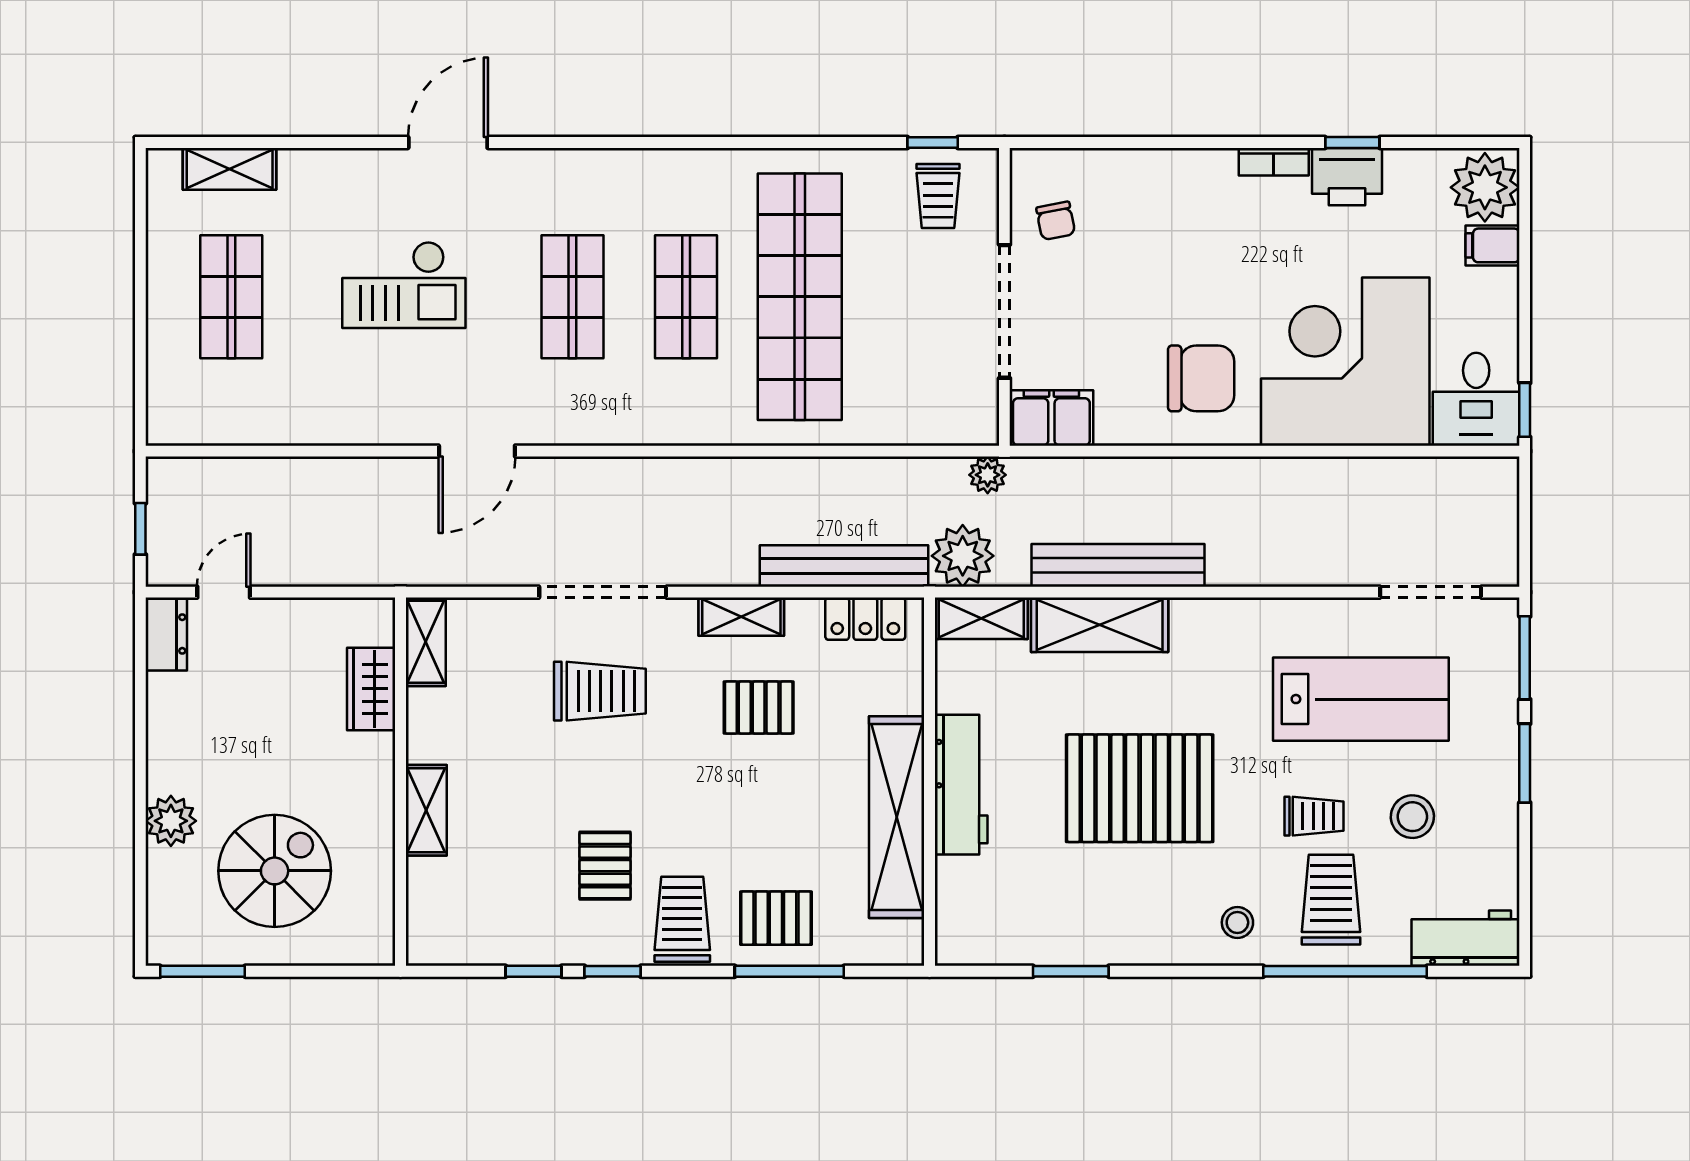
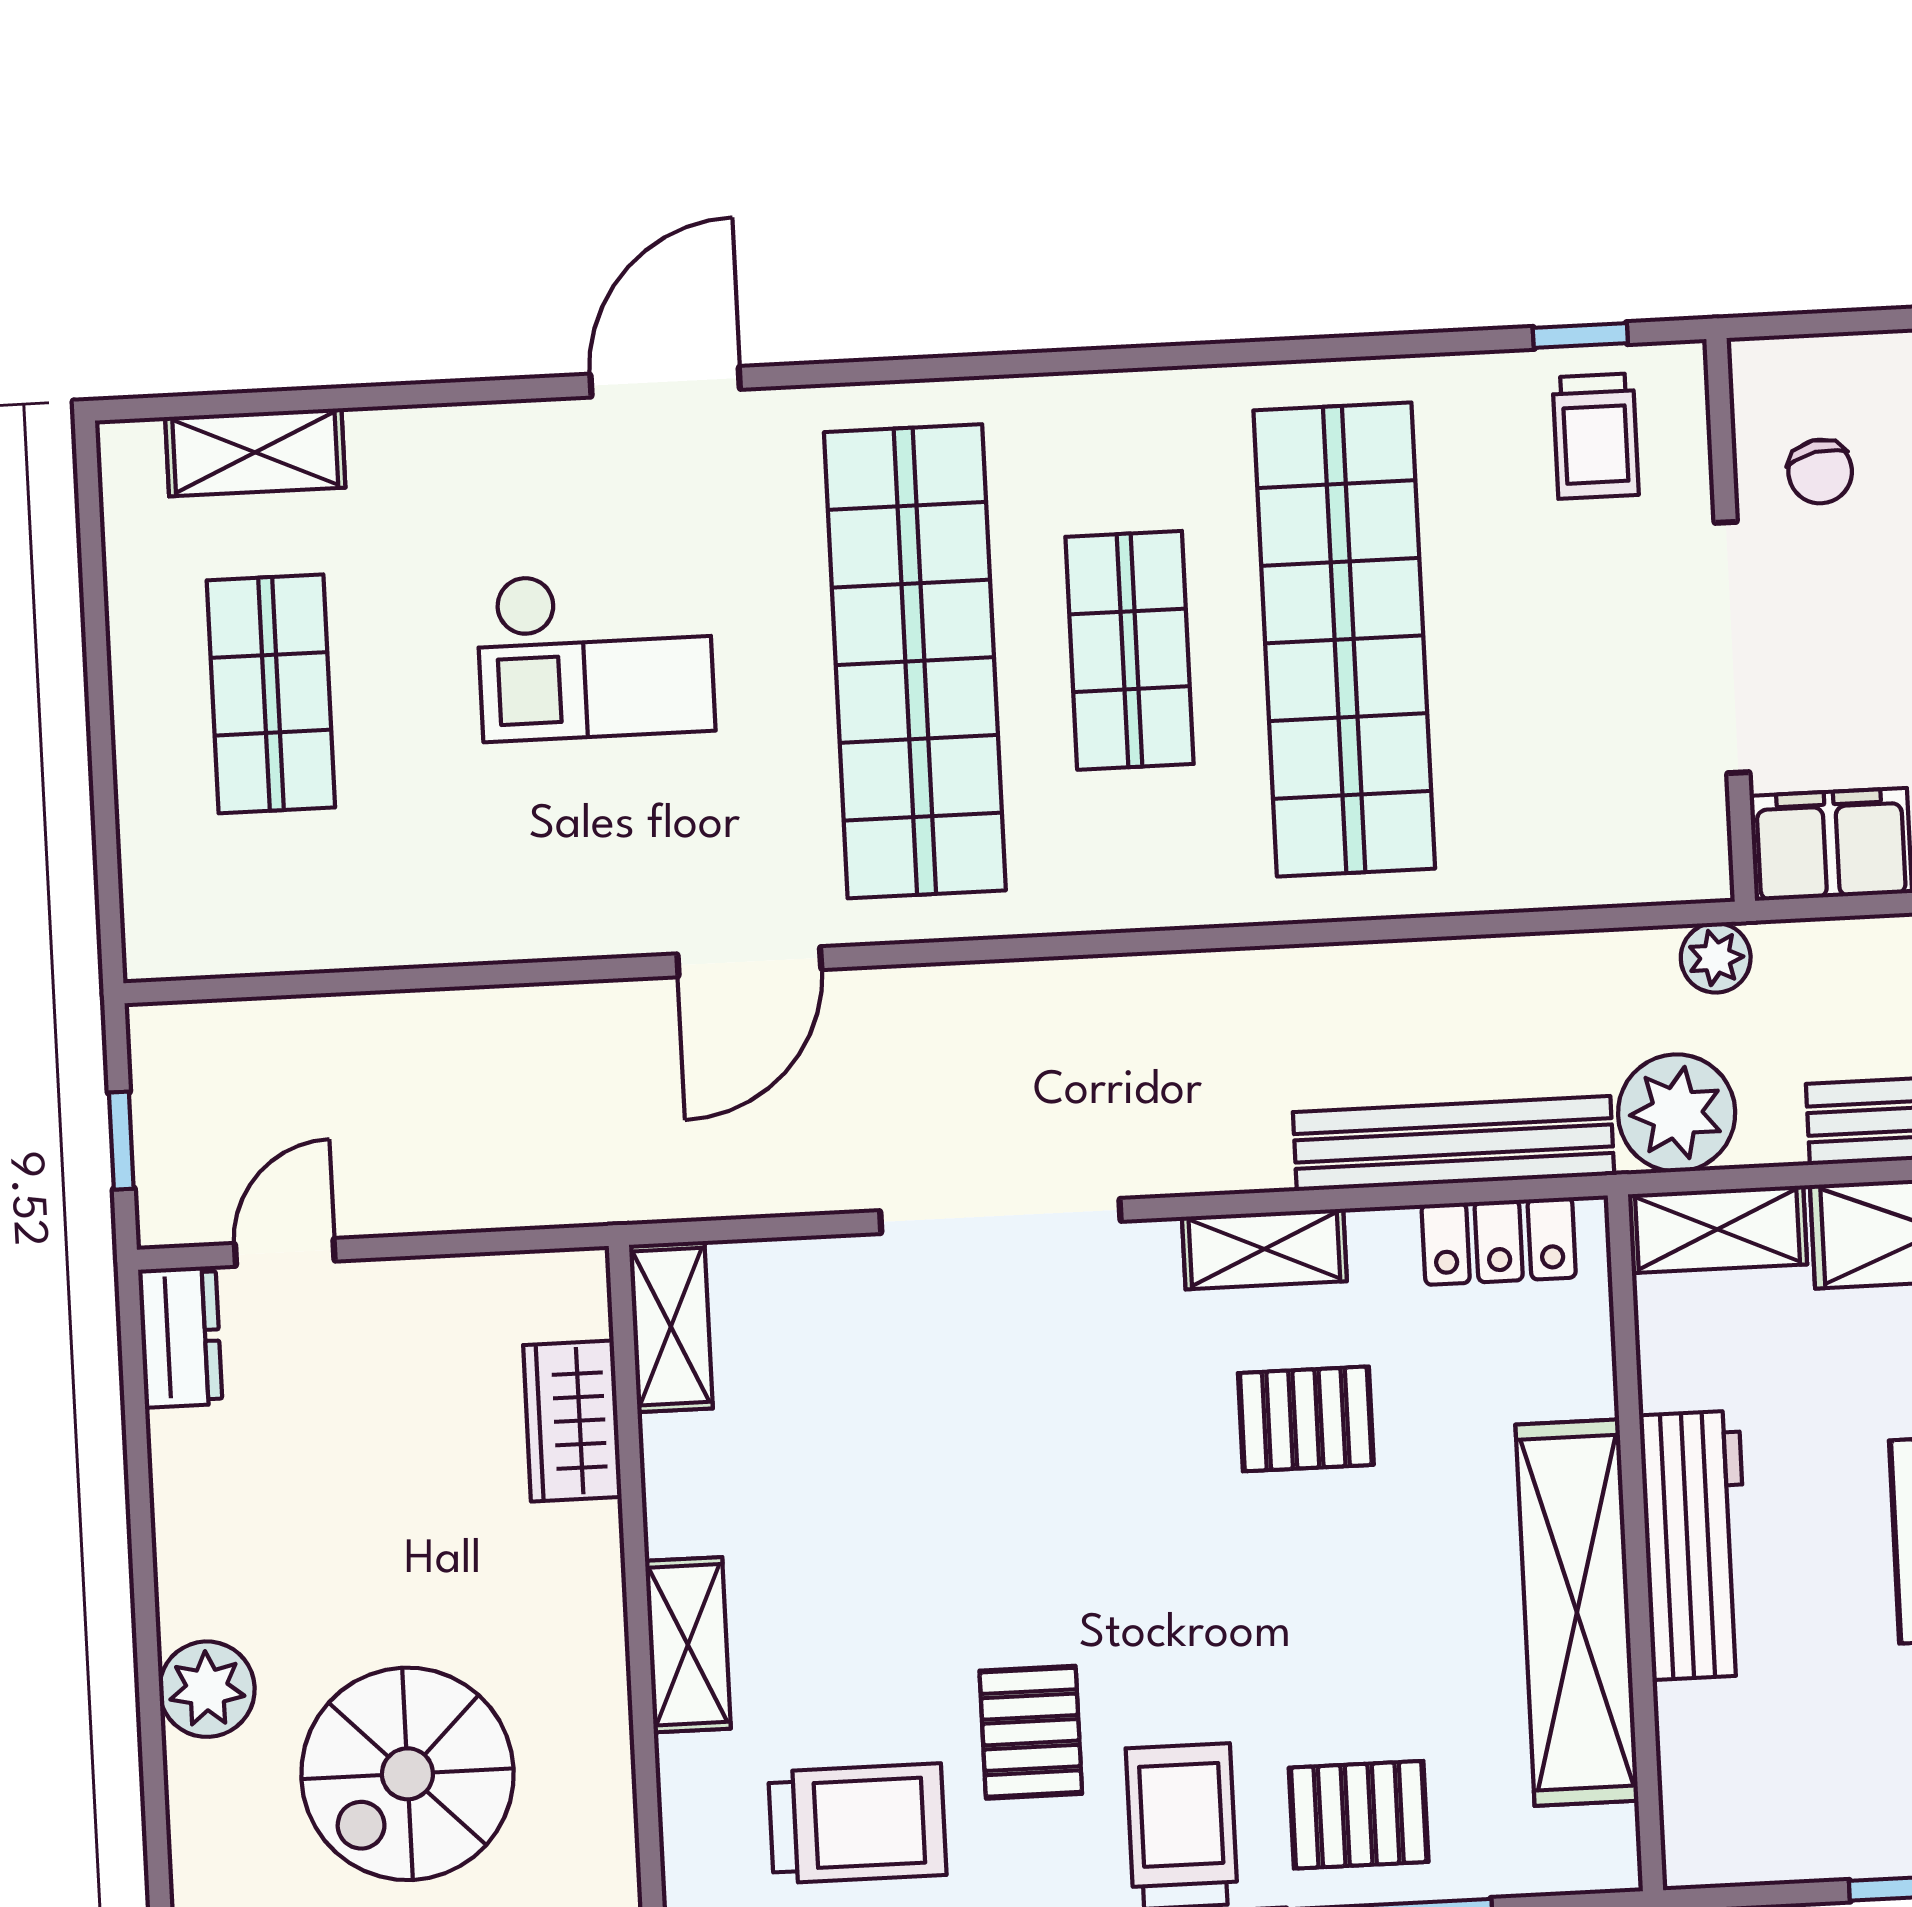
shop shelf: (572, 297) -> (915, 661), width x2.00, depth x1.36
trolley: (600, 691) -> (857, 1823), moved
spiral stairs: (275, 871) -> (407, 1774), turned 180

